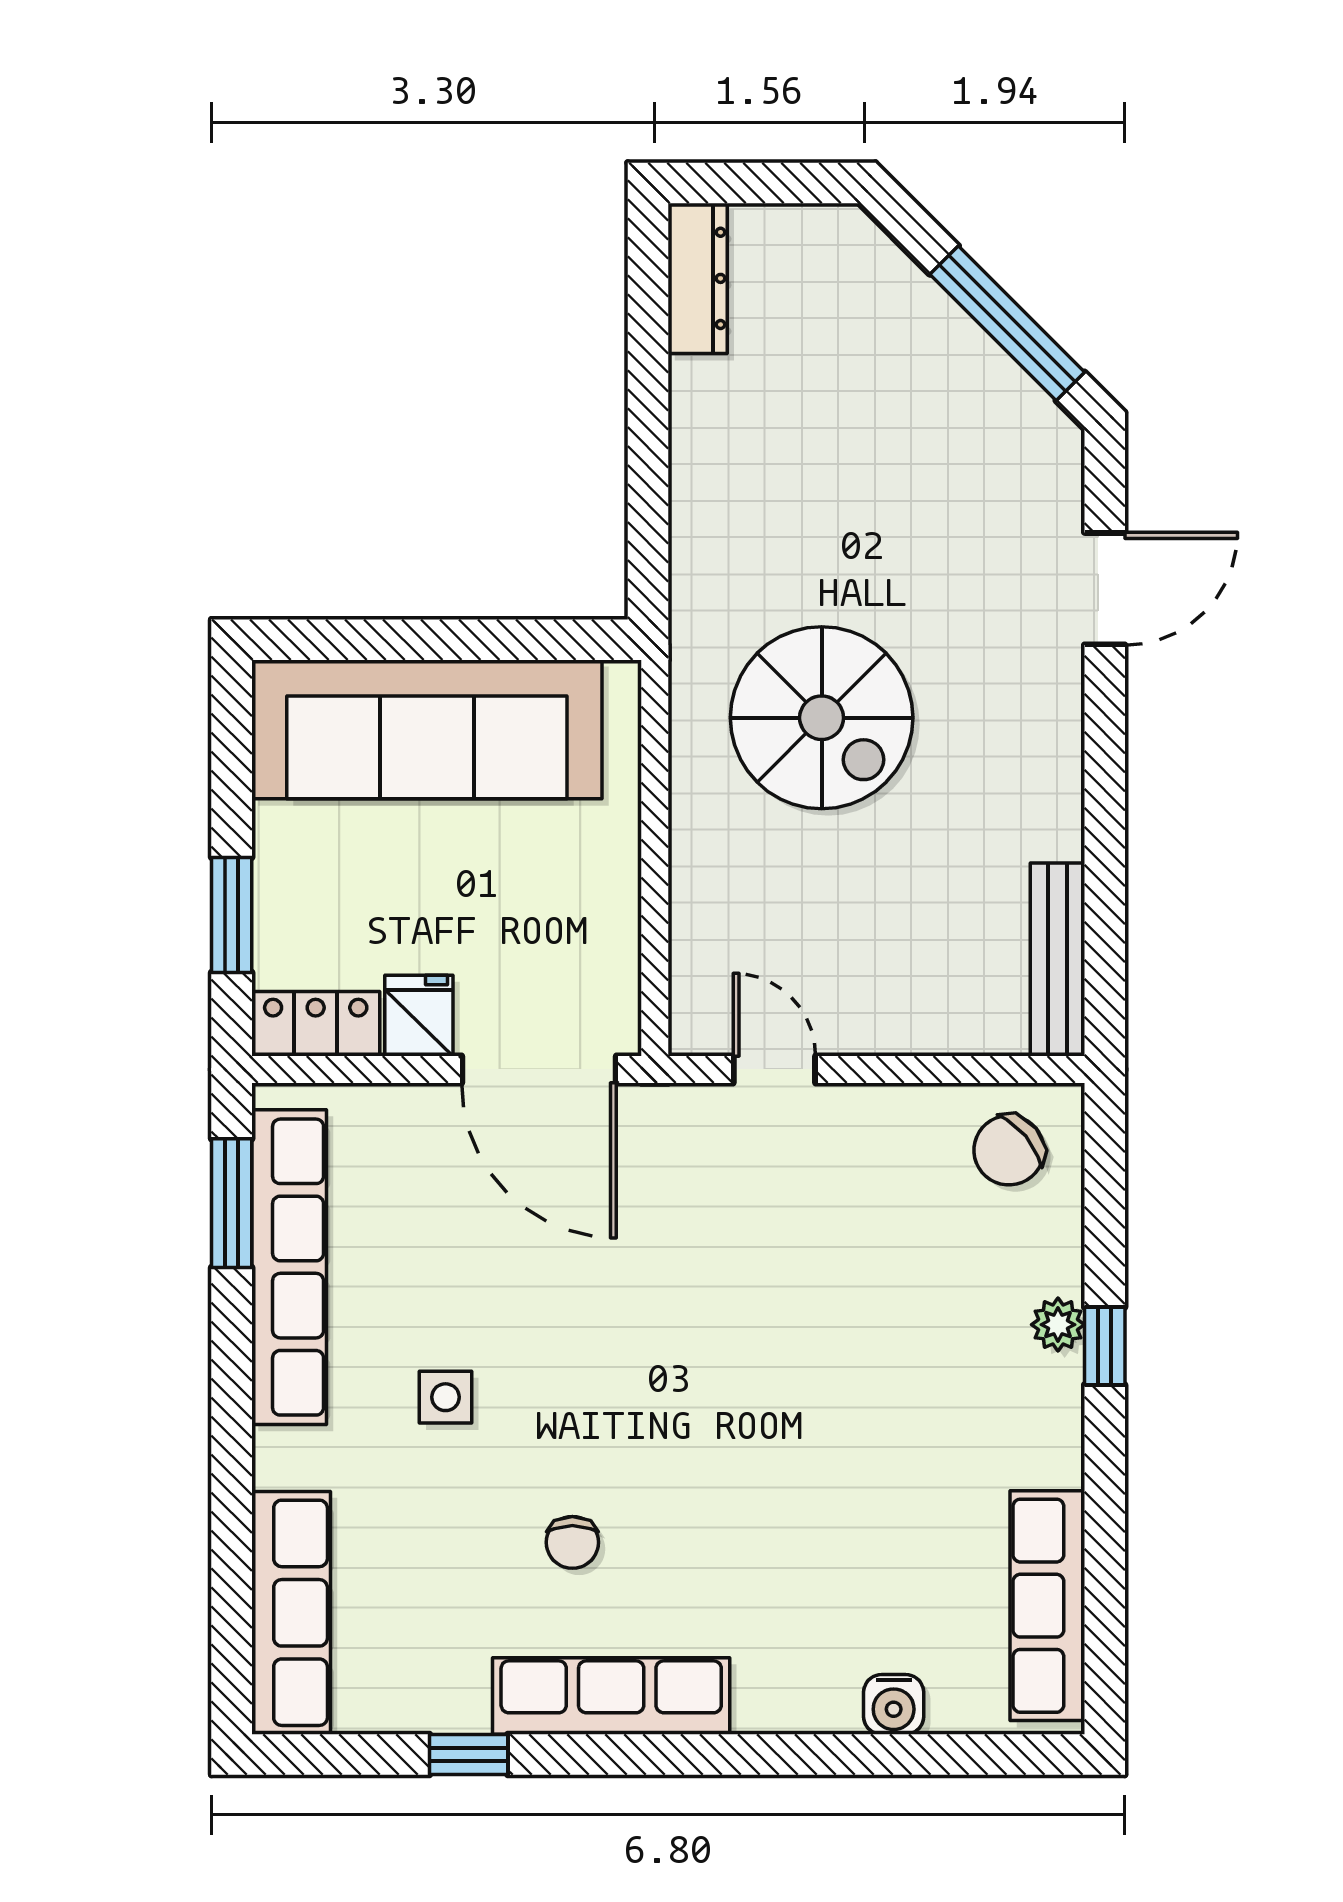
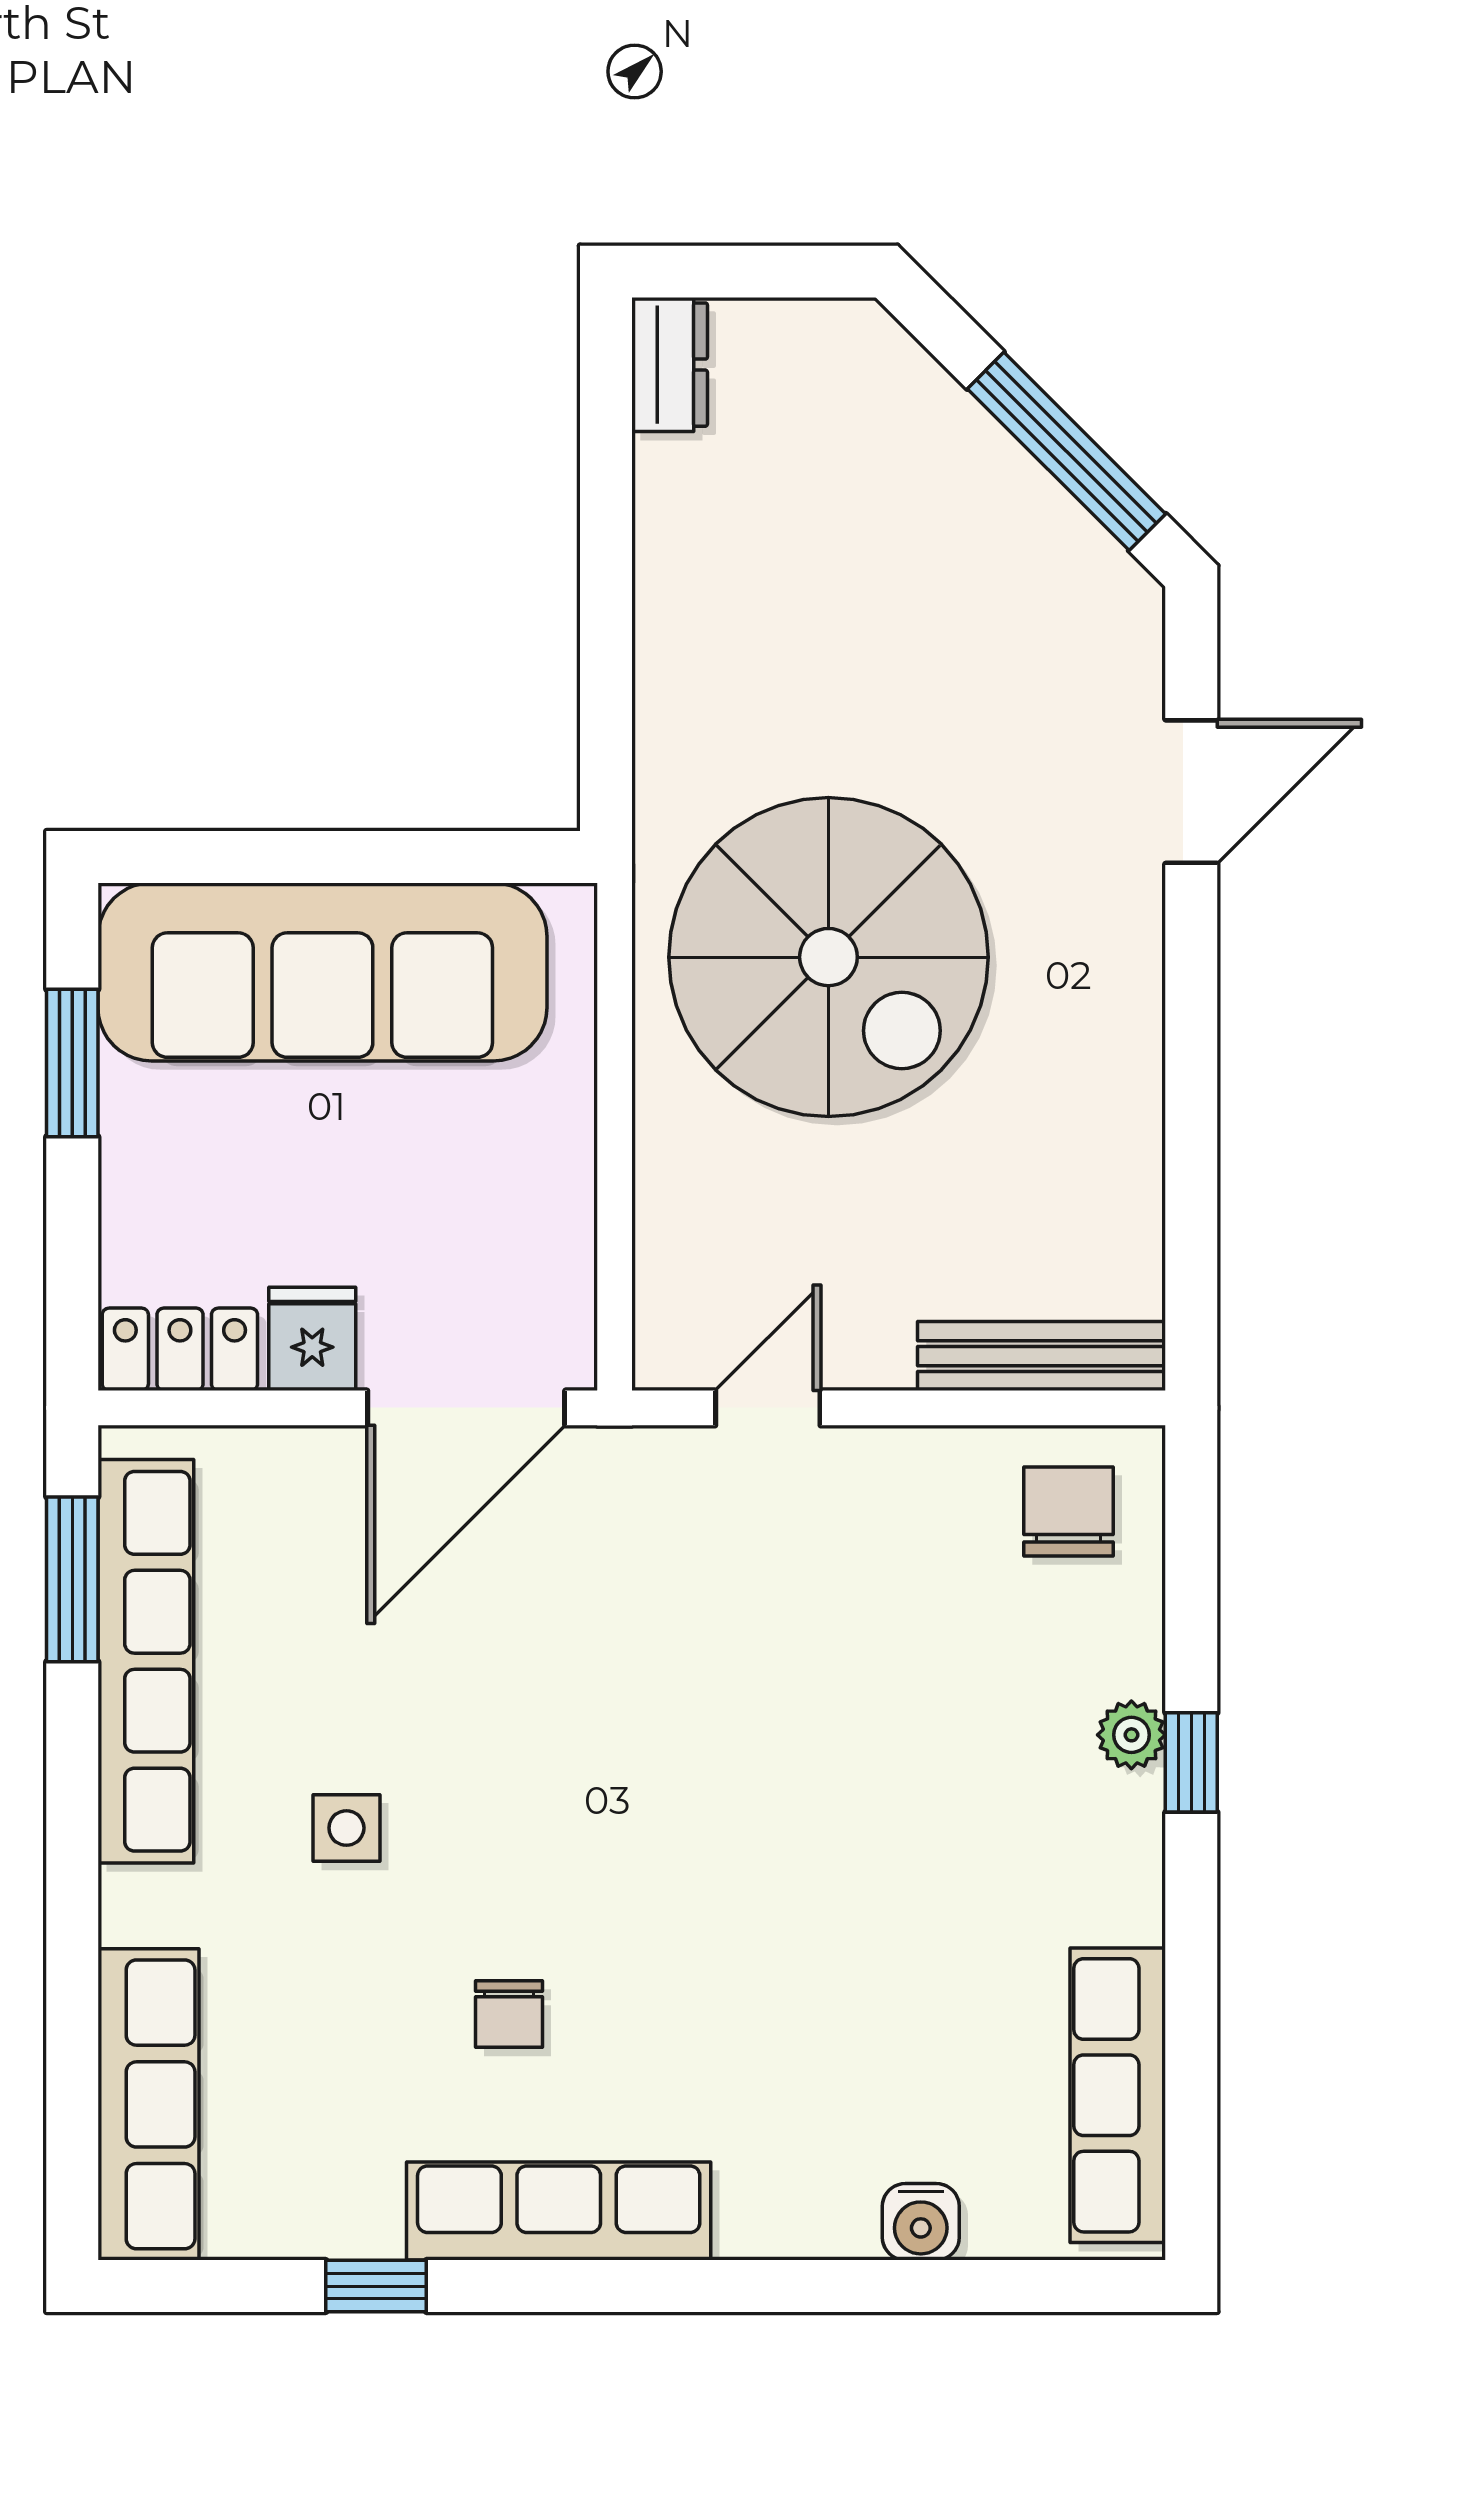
dresser: (698, 278) -> (670, 365), width x0.70
spiral stairs: (822, 718) -> (828, 957), width x1.37, depth x1.37
window: (232, 915) -> (72, 1063), moved
bench: (1057, 959) -> (1042, 1356), moved, turned 90
door: (539, 1069) -> (466, 1408), hinge flipped
door: (774, 1069) -> (768, 1408), hinge flipped
chair: (1009, 1150) -> (1069, 1511), turned 130

